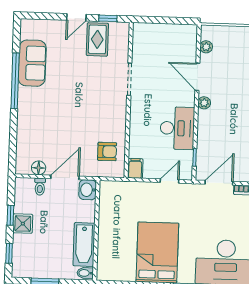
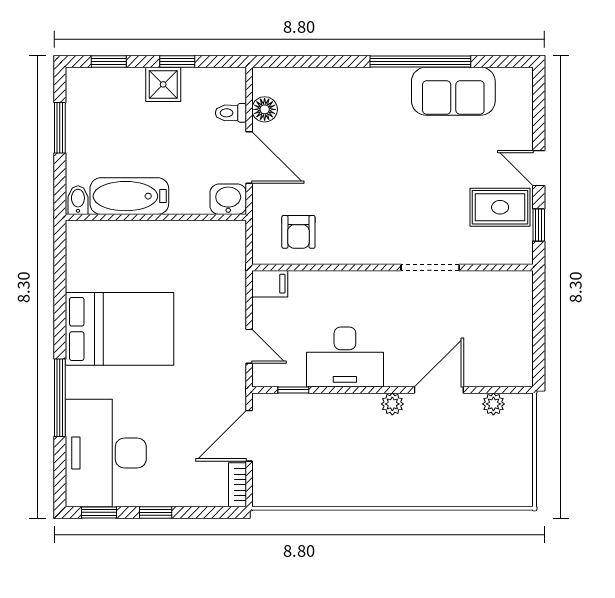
door: (219, 183) -> (249, 436), swing flipped

